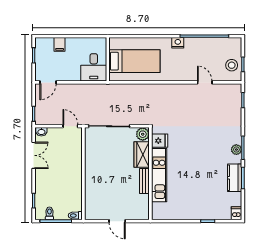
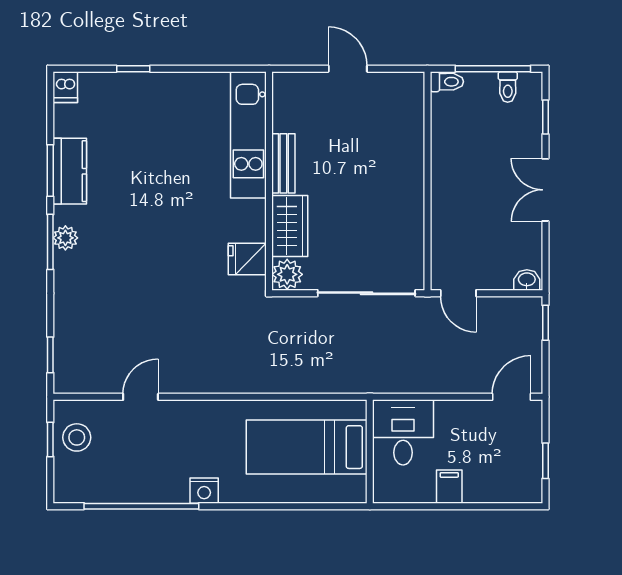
filing cabinet: (60, 44) -> (449, 487), moved
door: (205, 82) -> (141, 397), swing flipped
double door: (34, 155) -> (545, 190), moved
kitchen unit: (159, 175) -> (248, 135), moved

